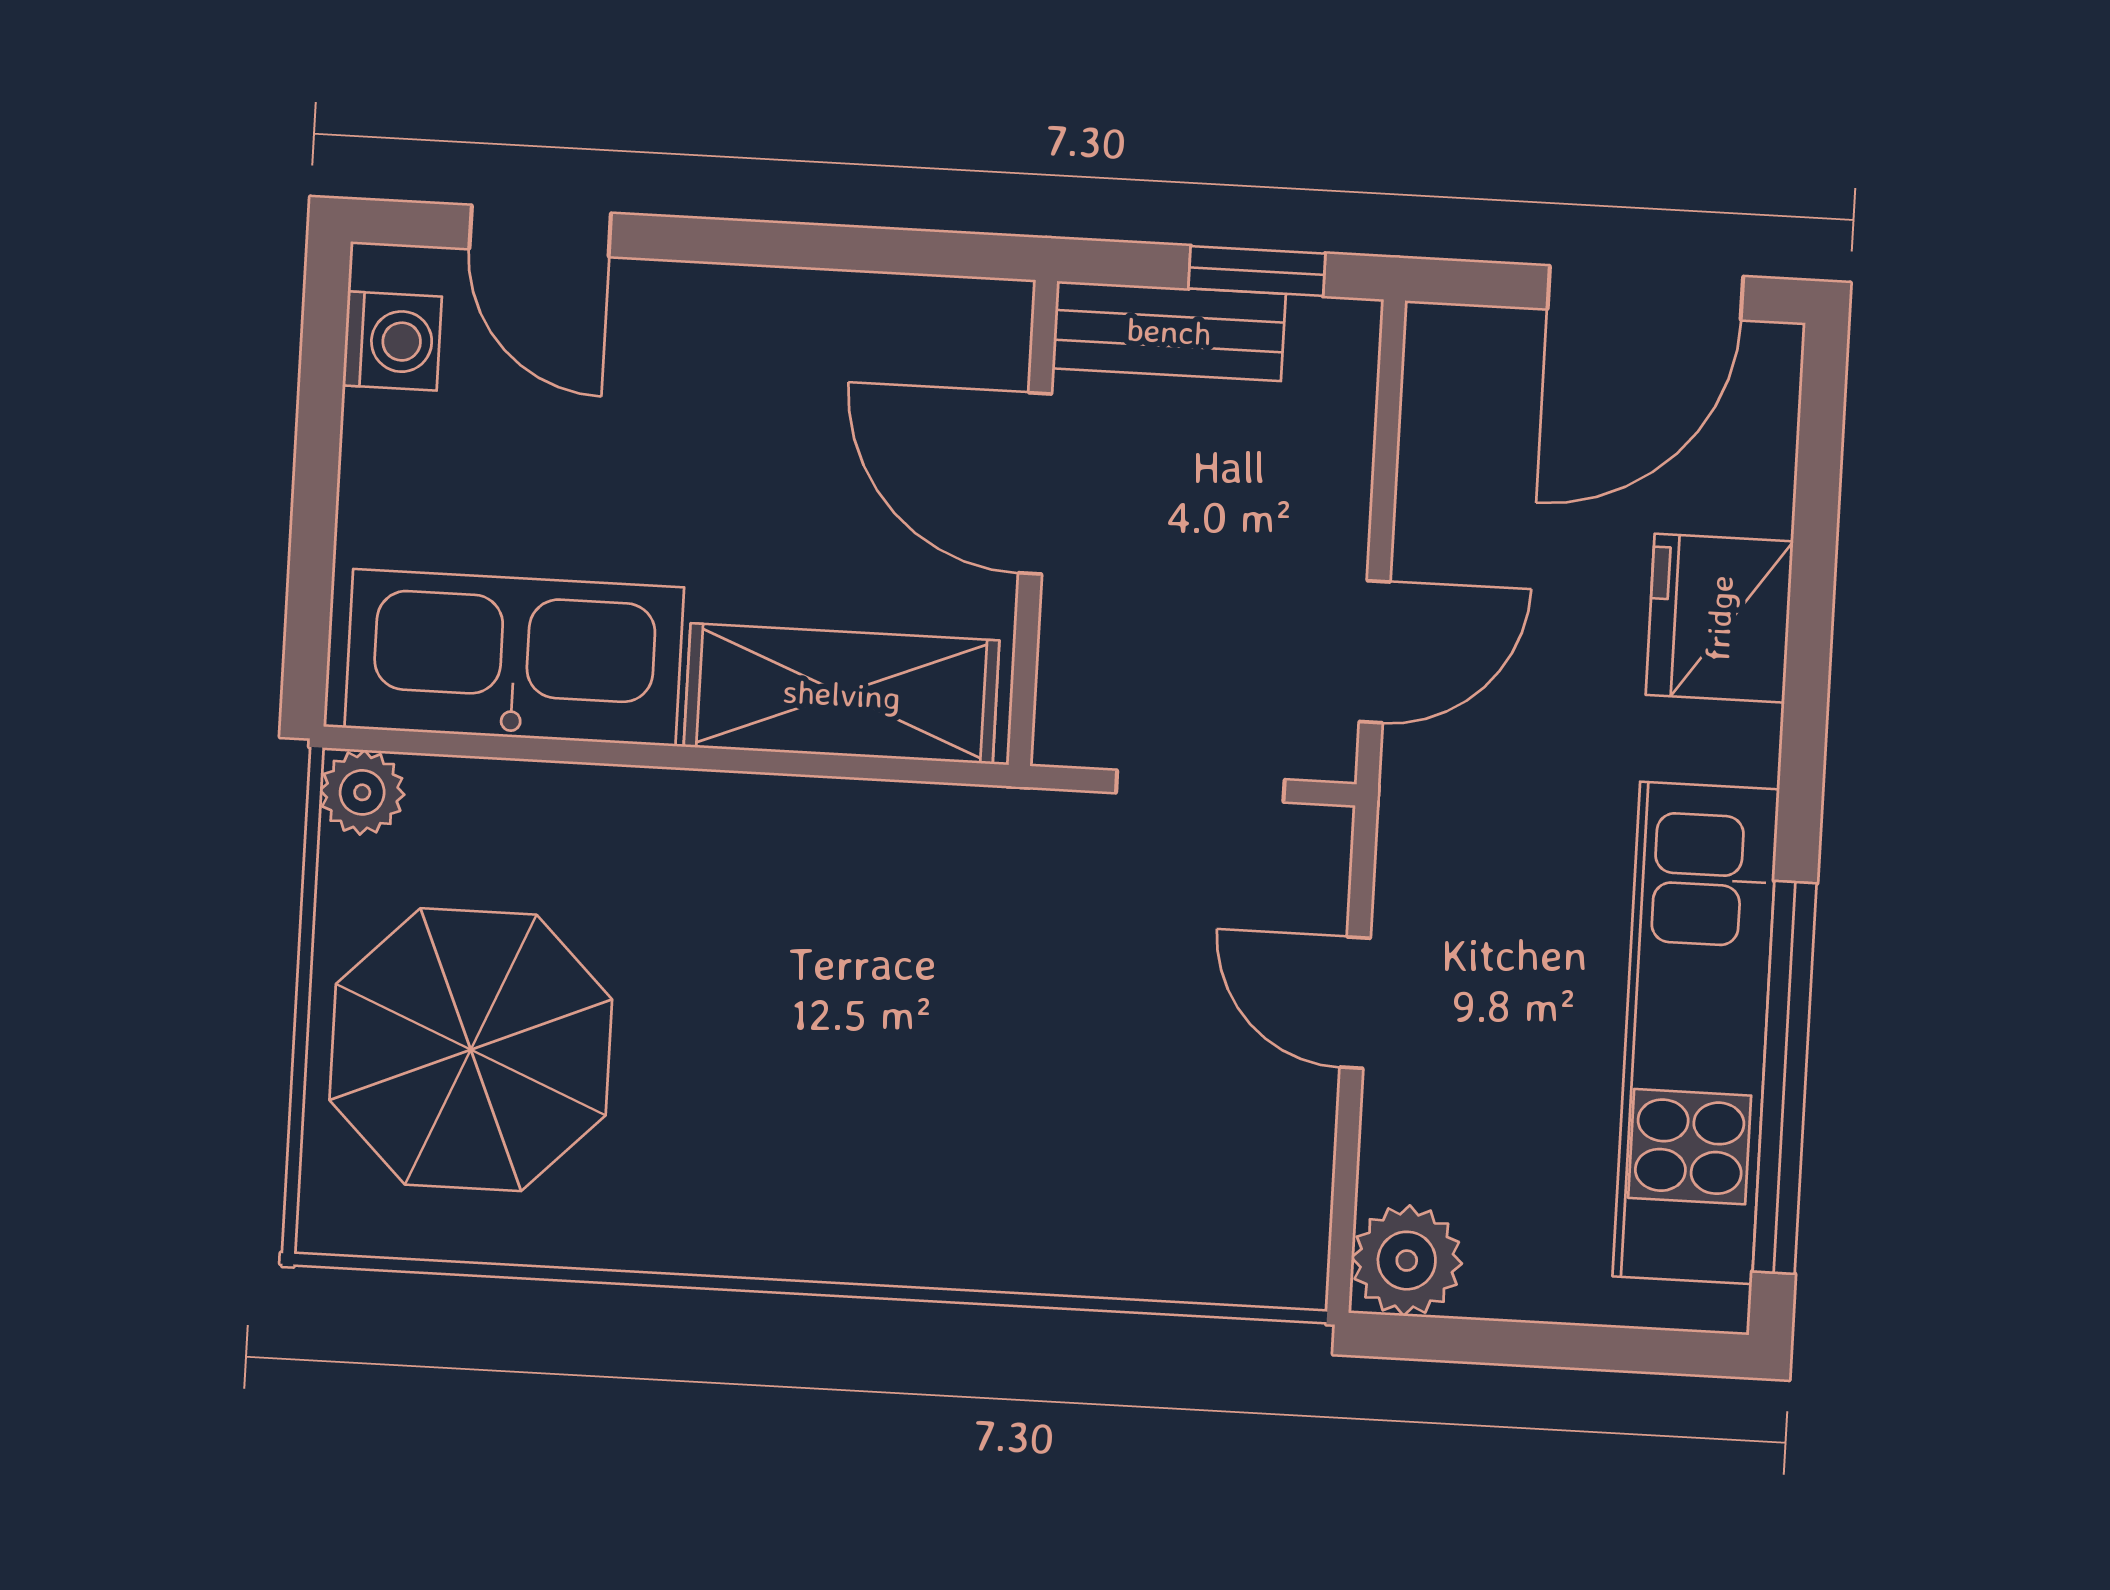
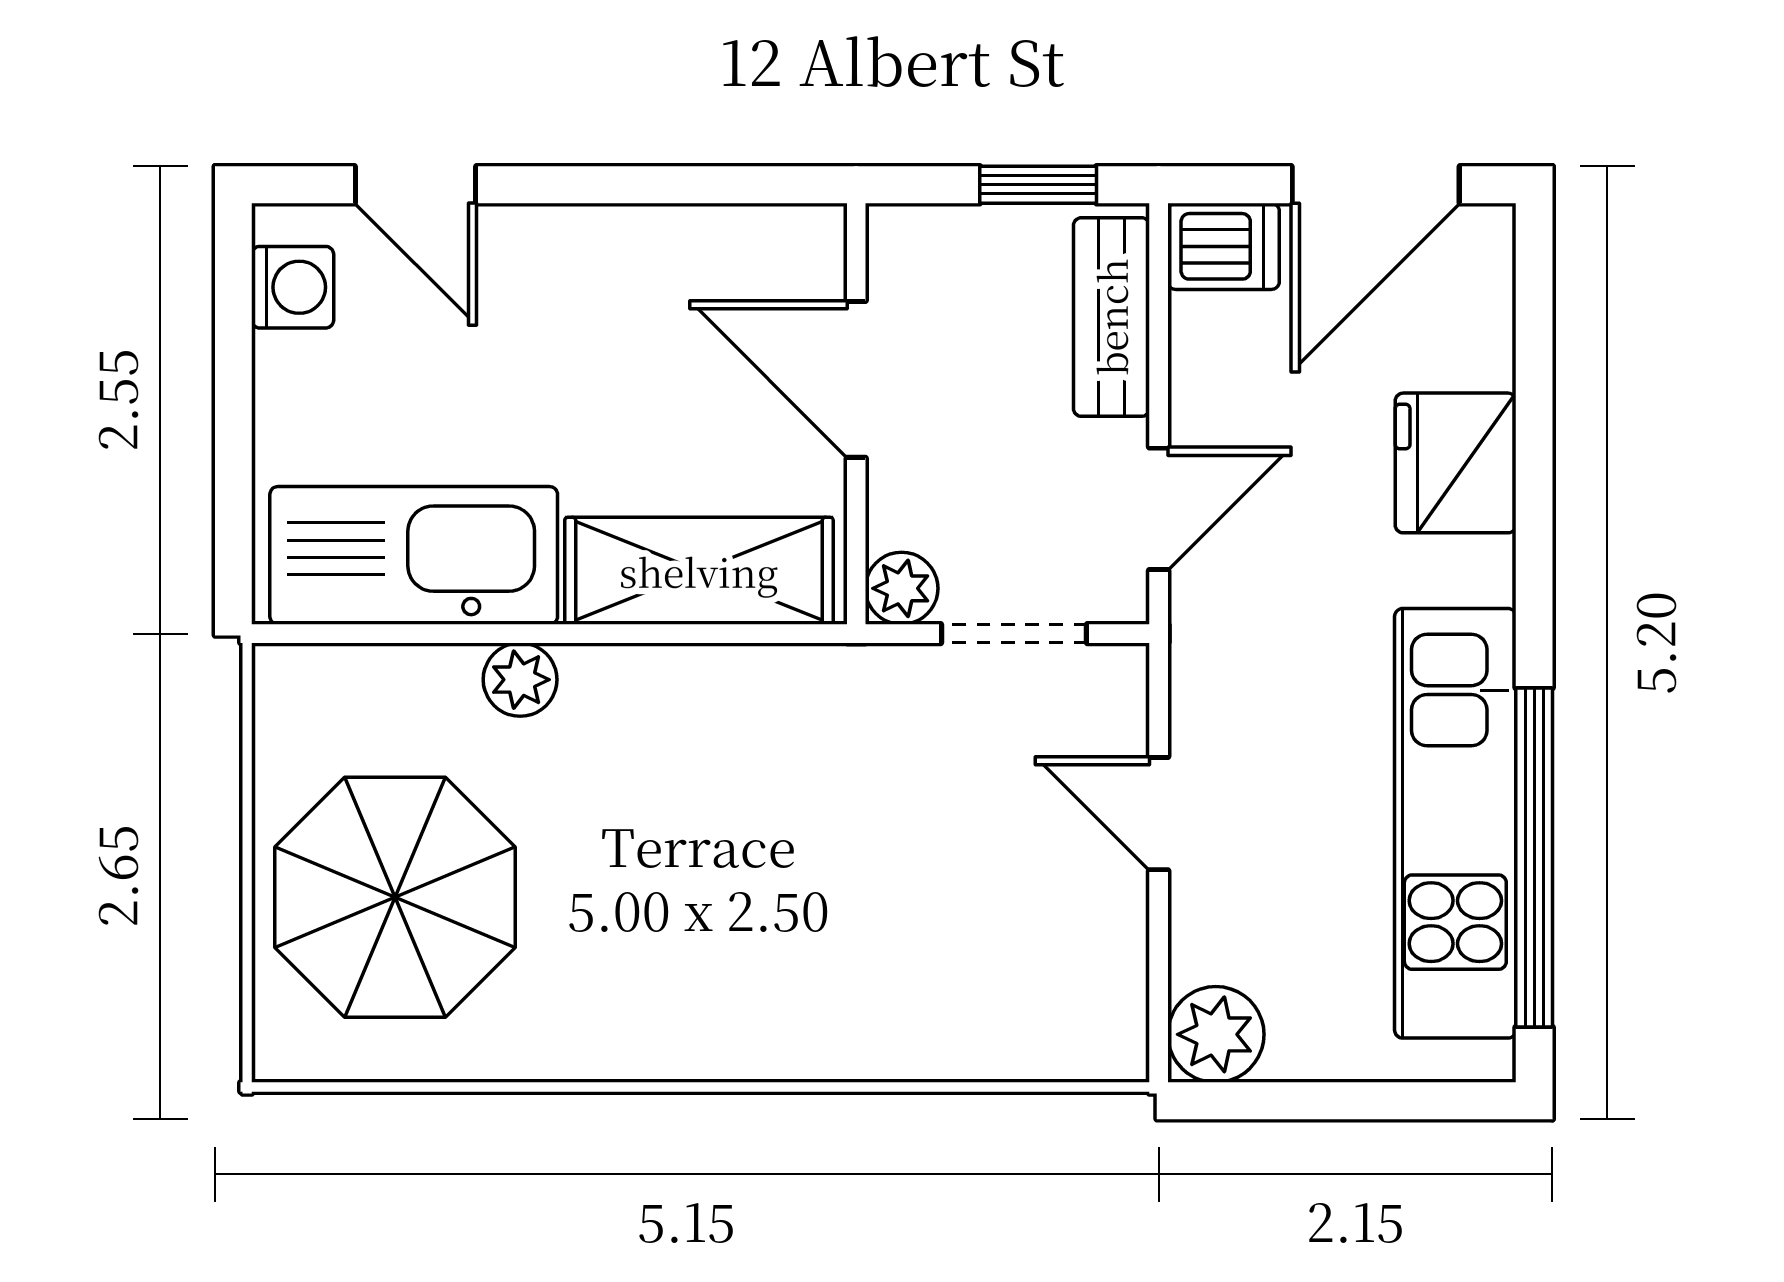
bench: (1169, 331) -> (1111, 317), moved, turned 90
dishwasher: (1466, 354) -> (1223, 246), added
plant: (1074, 727) -> (902, 588), added
plant: (362, 792) -> (520, 680), moved

